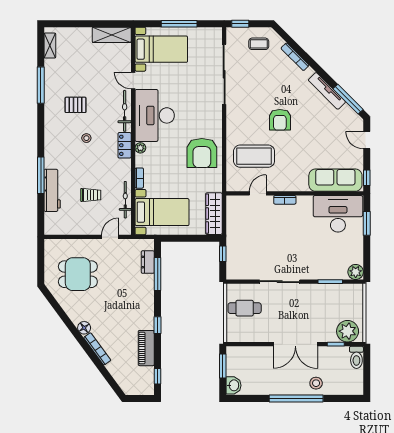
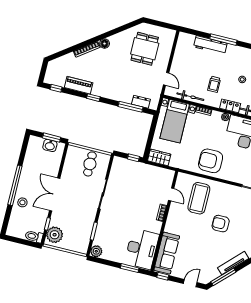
trolley: (91, 195) -> (214, 84), moved
wardrobe: (214, 214) -> (159, 157), width x0.67
washbasin: (234, 385) -> (50, 145), moved

